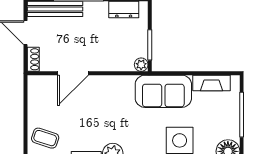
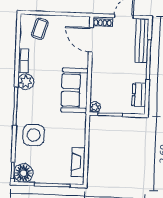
door: (73, 73) -> (91, 40), moved
sofa: (163, 91) -> (74, 90), moved

